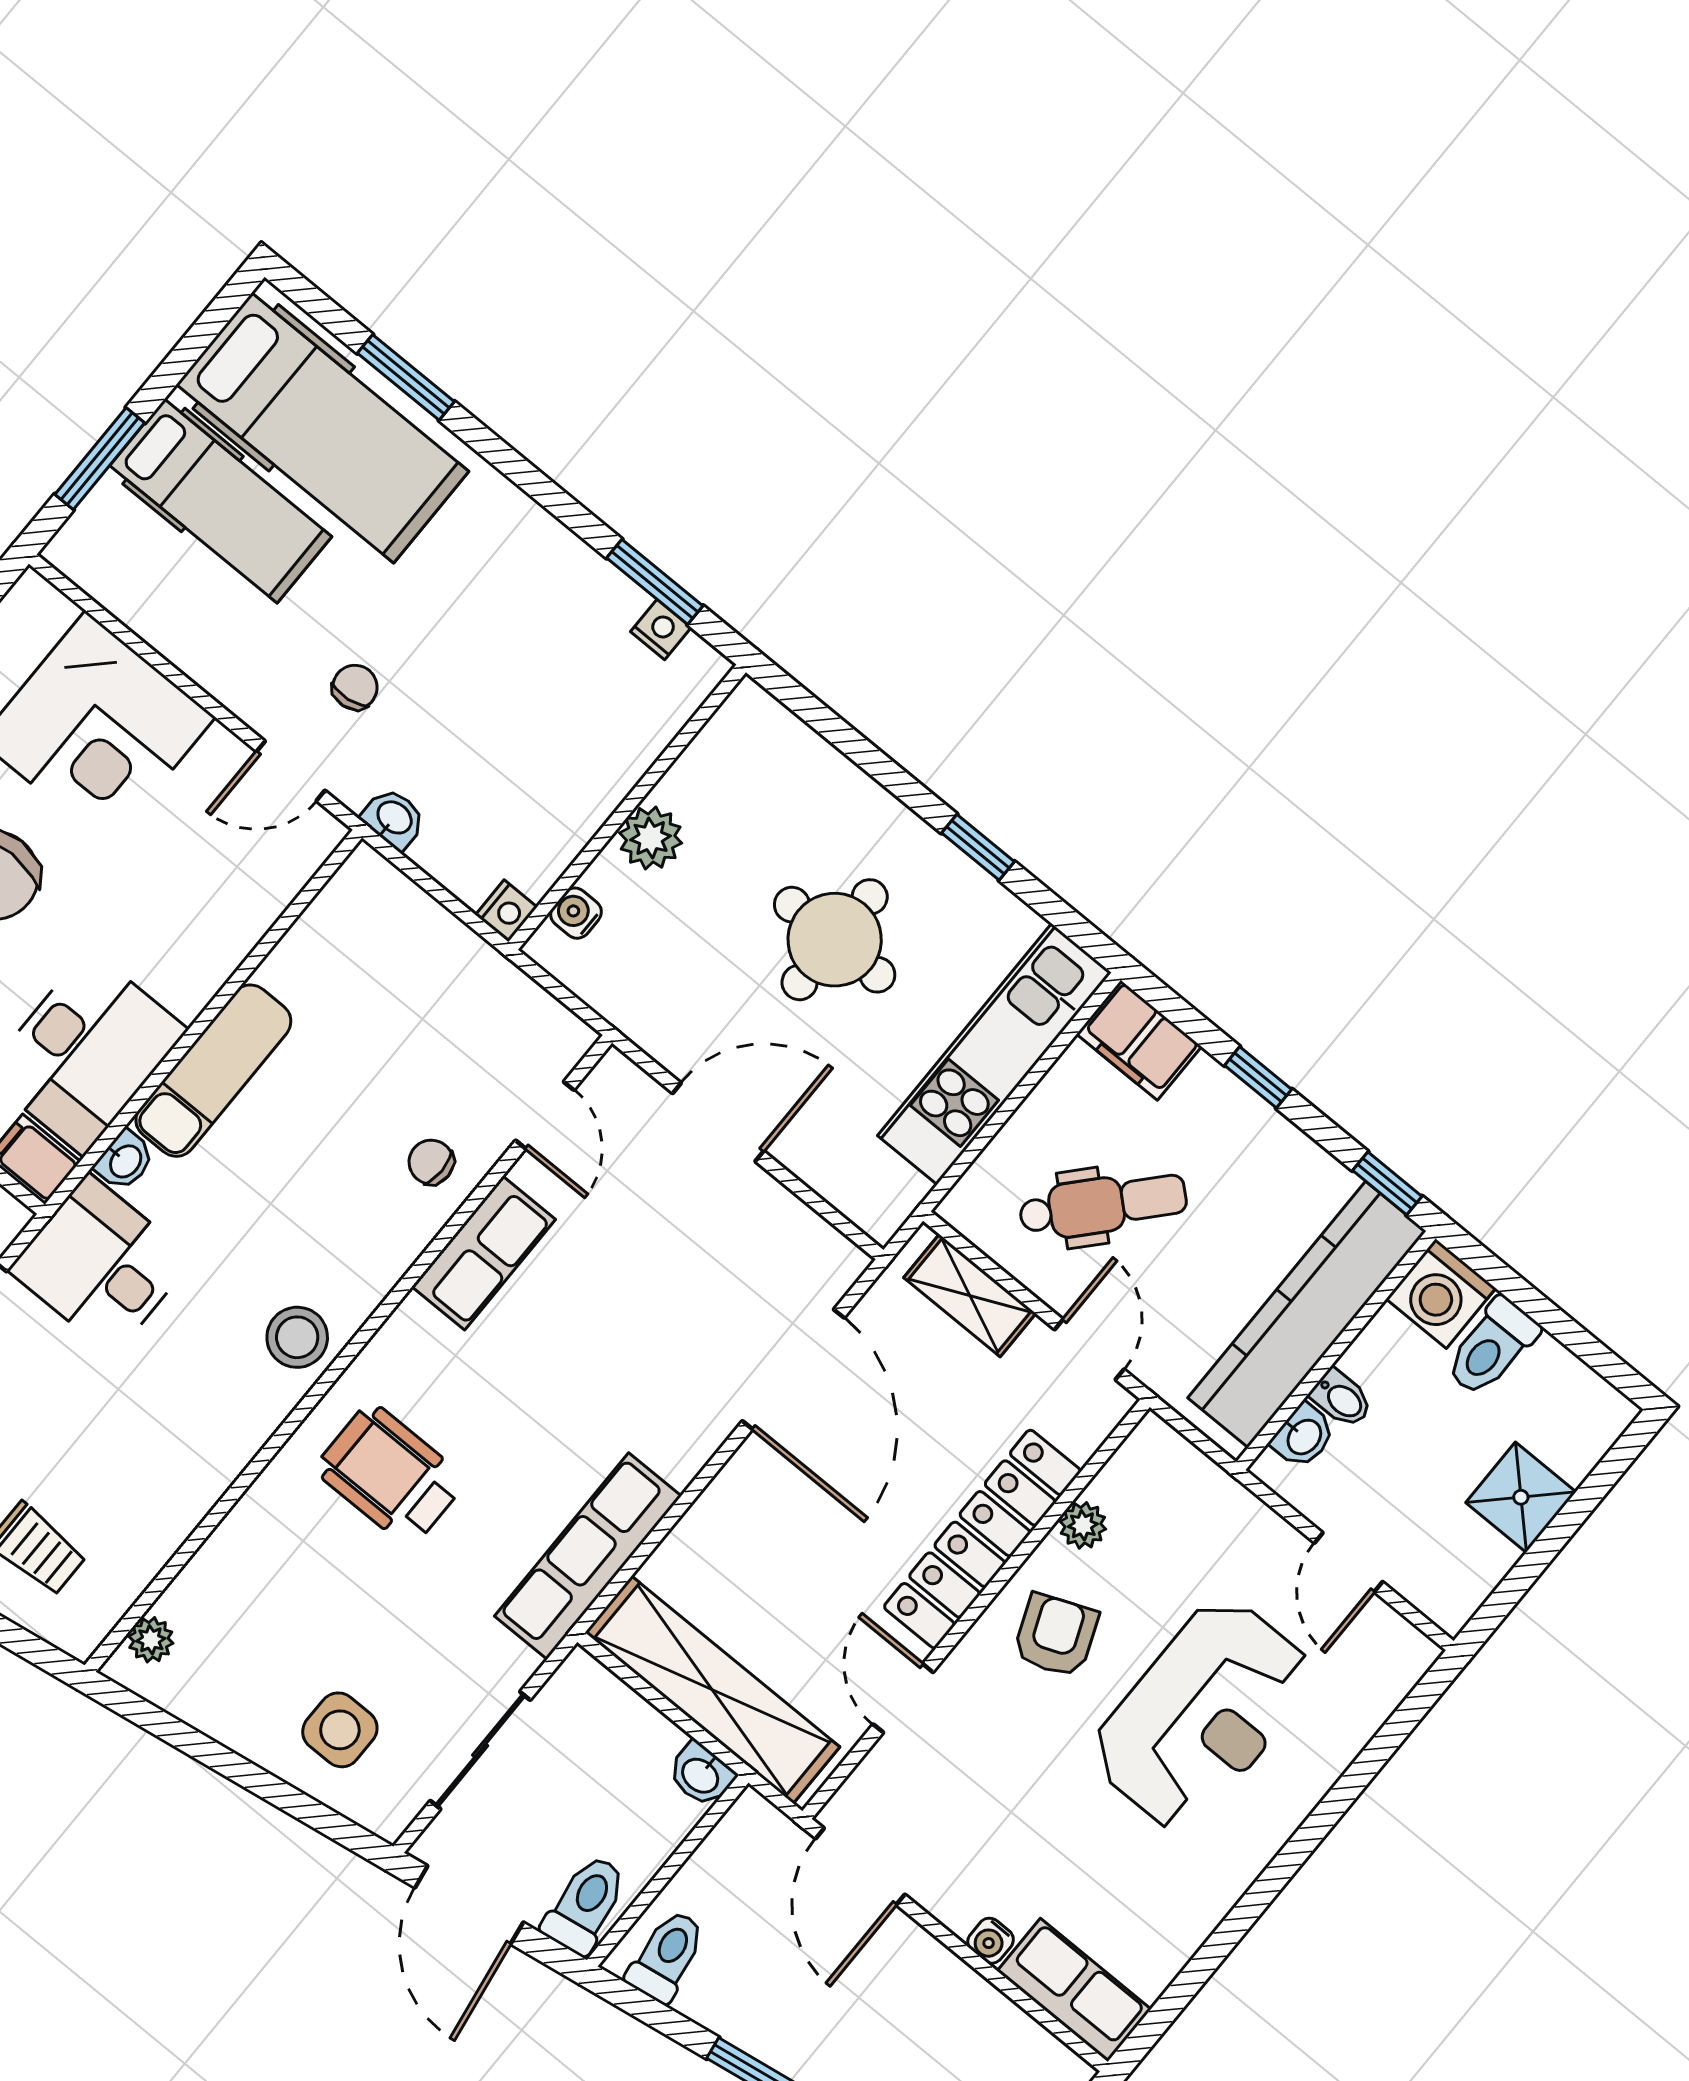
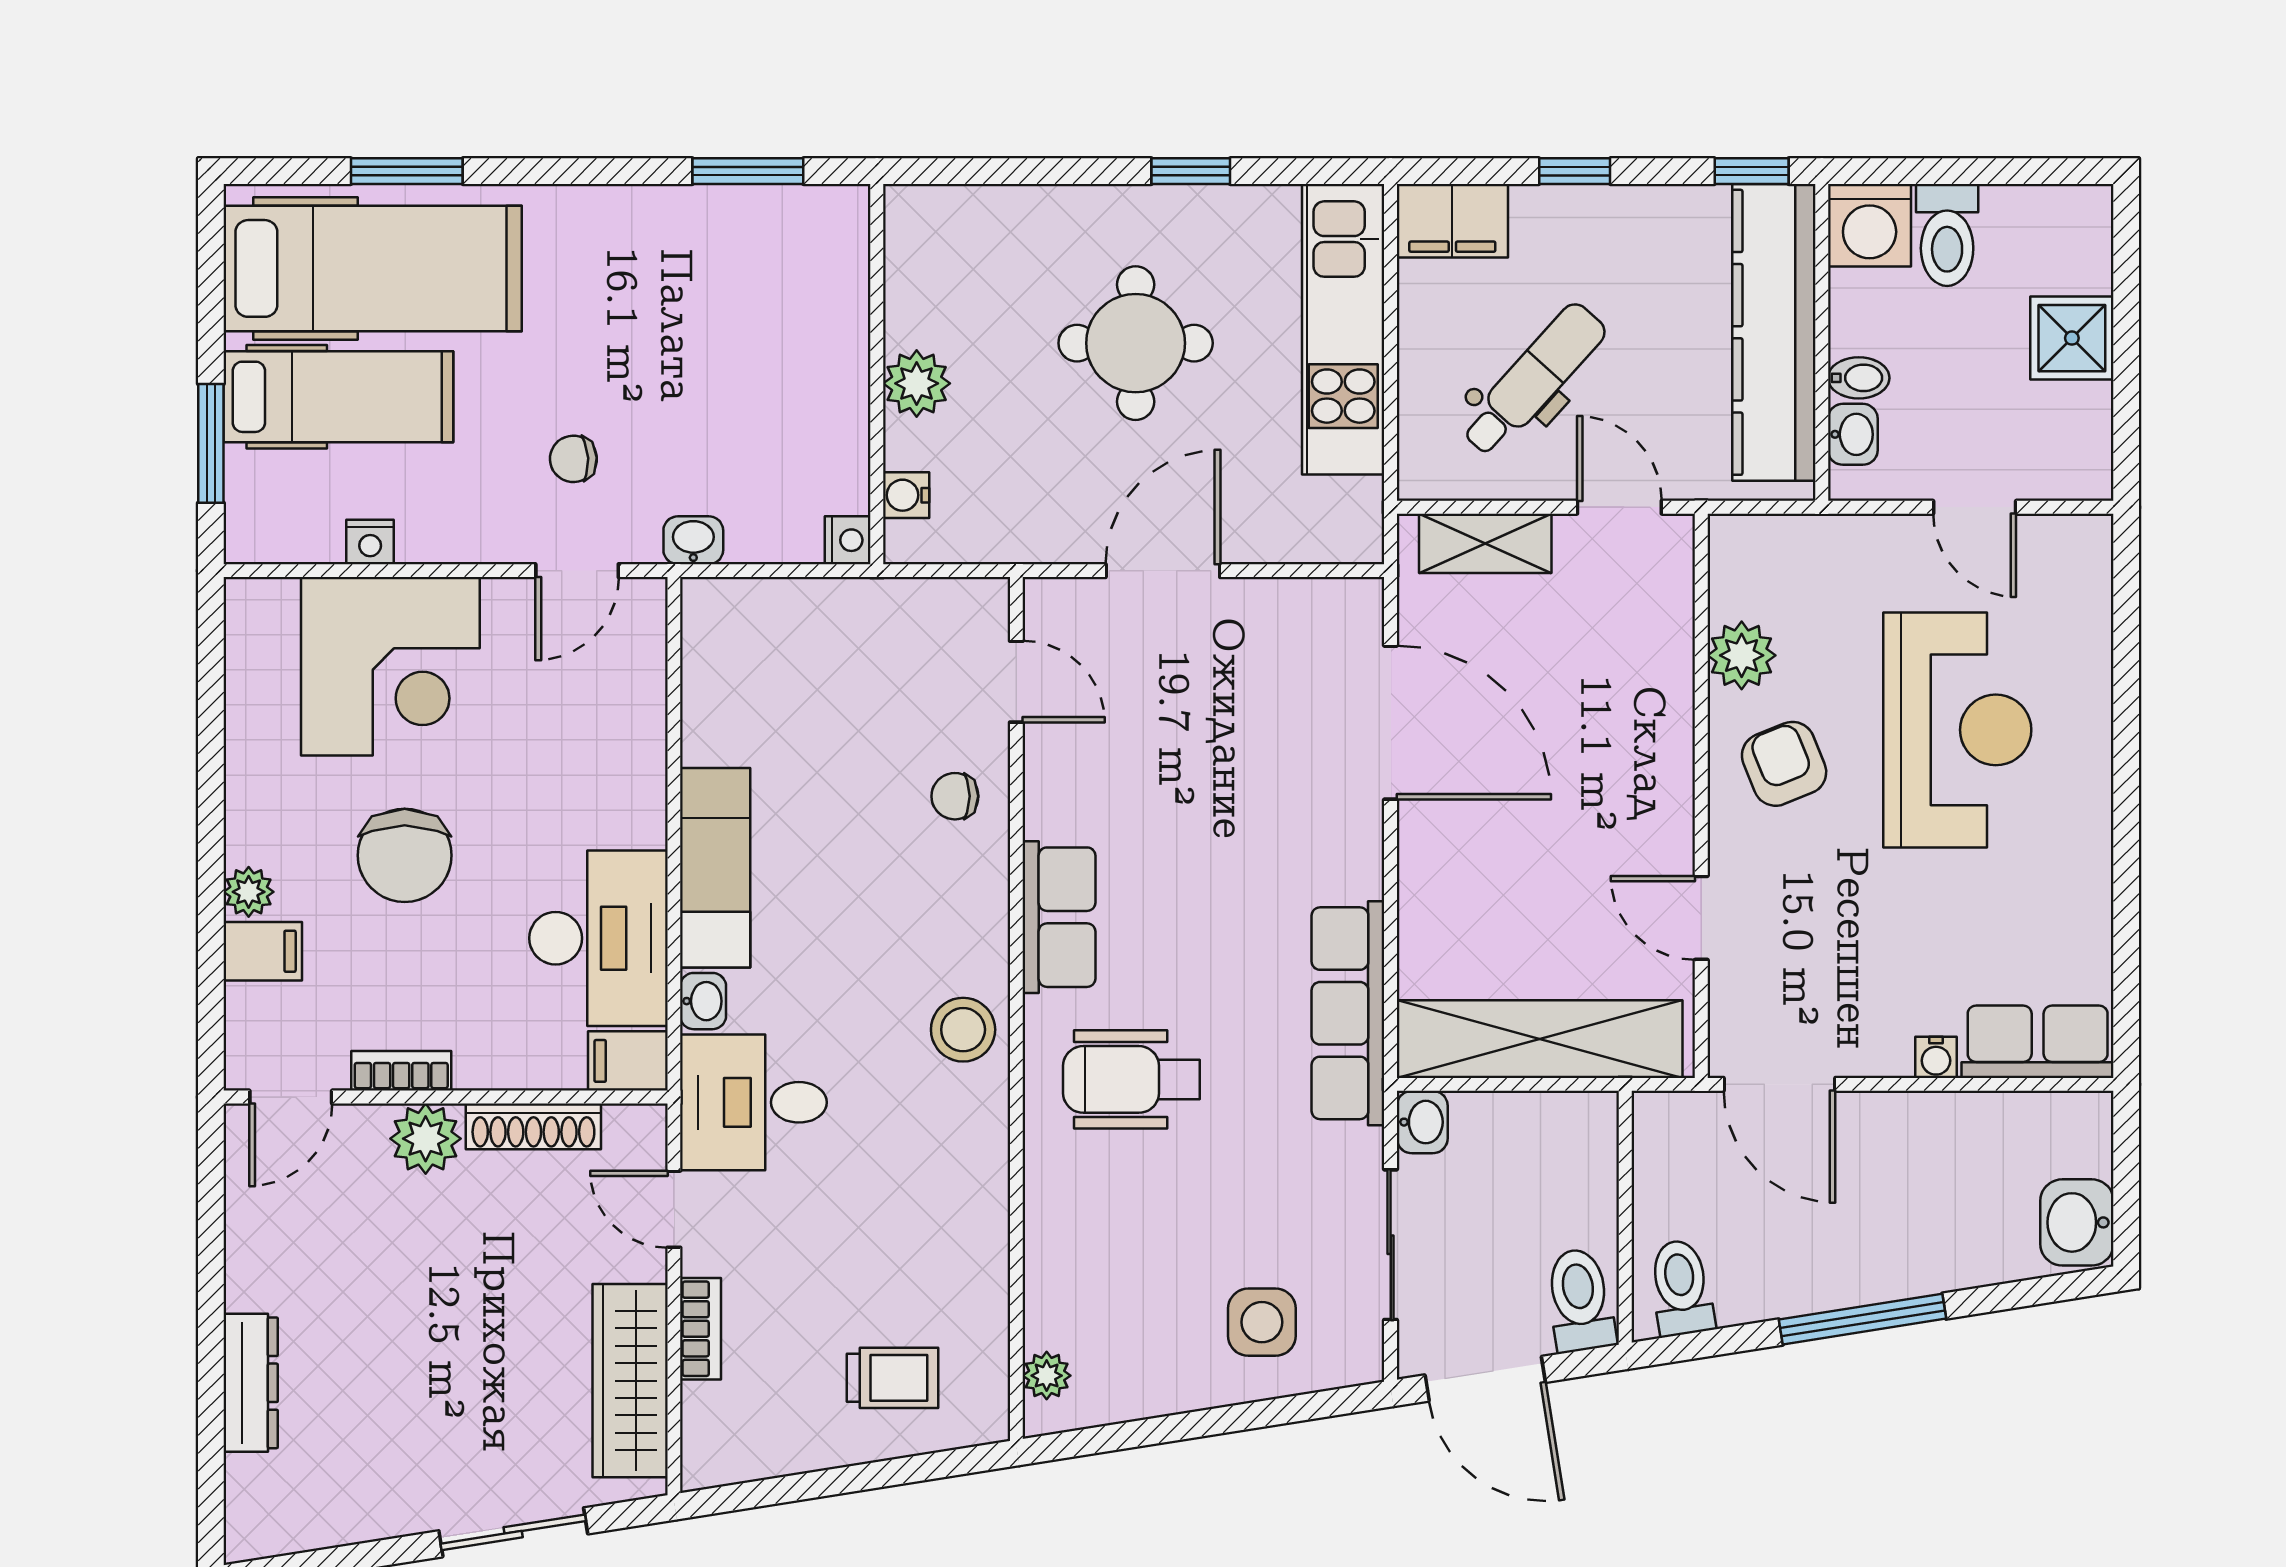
nightstand: (661, 630) -> (370, 542), moved, turned 180
chair: (355, 687) -> (573, 459), turned -86
row of seats: (484, 1253) -> (1059, 917), moved
plant: (1083, 1525) -> (1742, 655), width x1.38, depth x1.38
locker: (982, 1539) -> (1659, 734), removed
washbasin: (701, 1775) -> (1422, 1122), moved, turned -90

